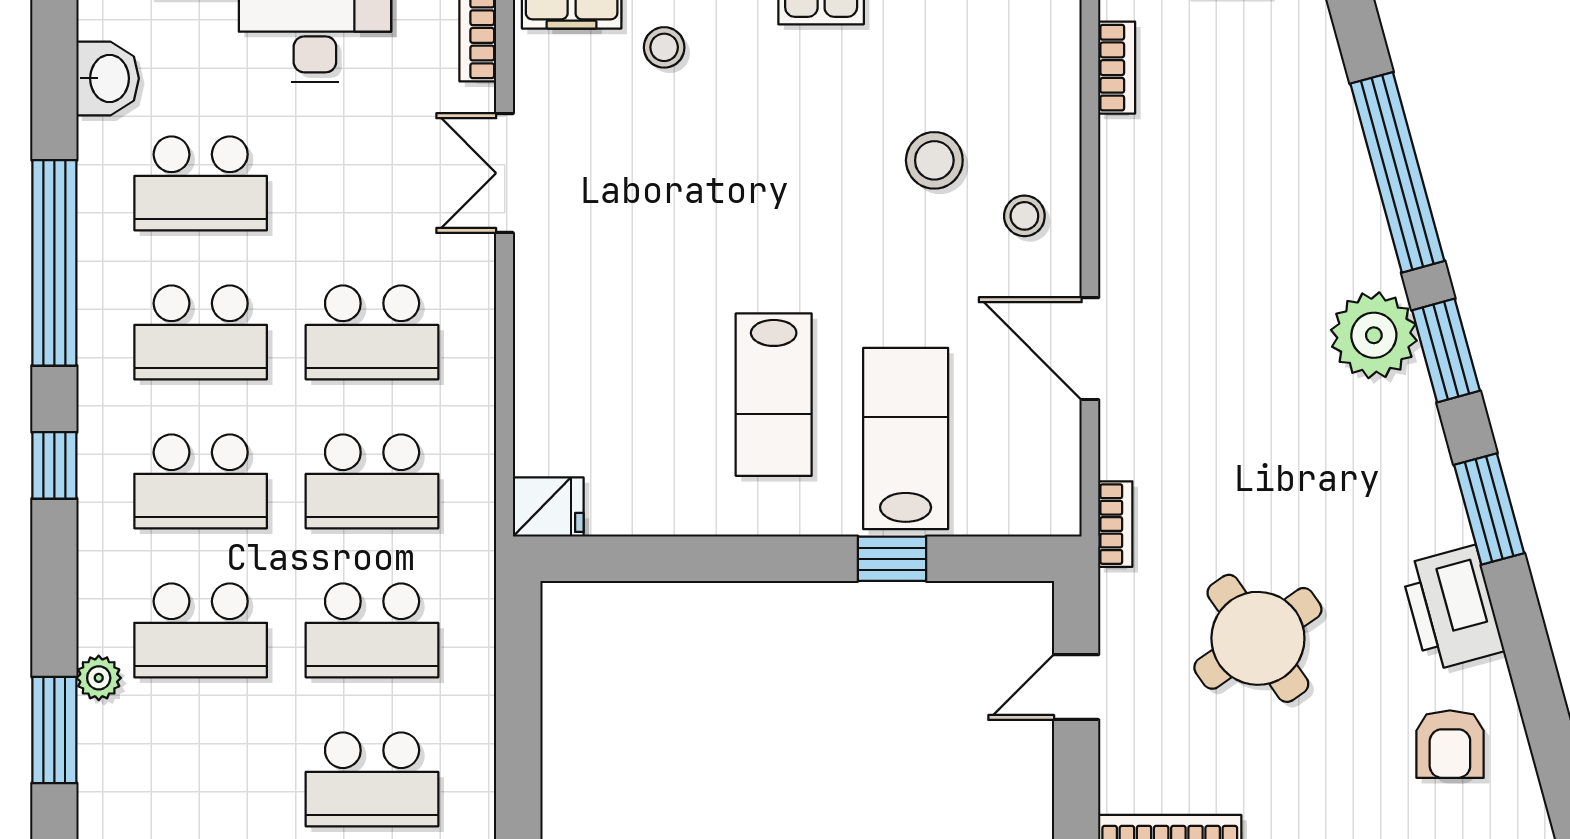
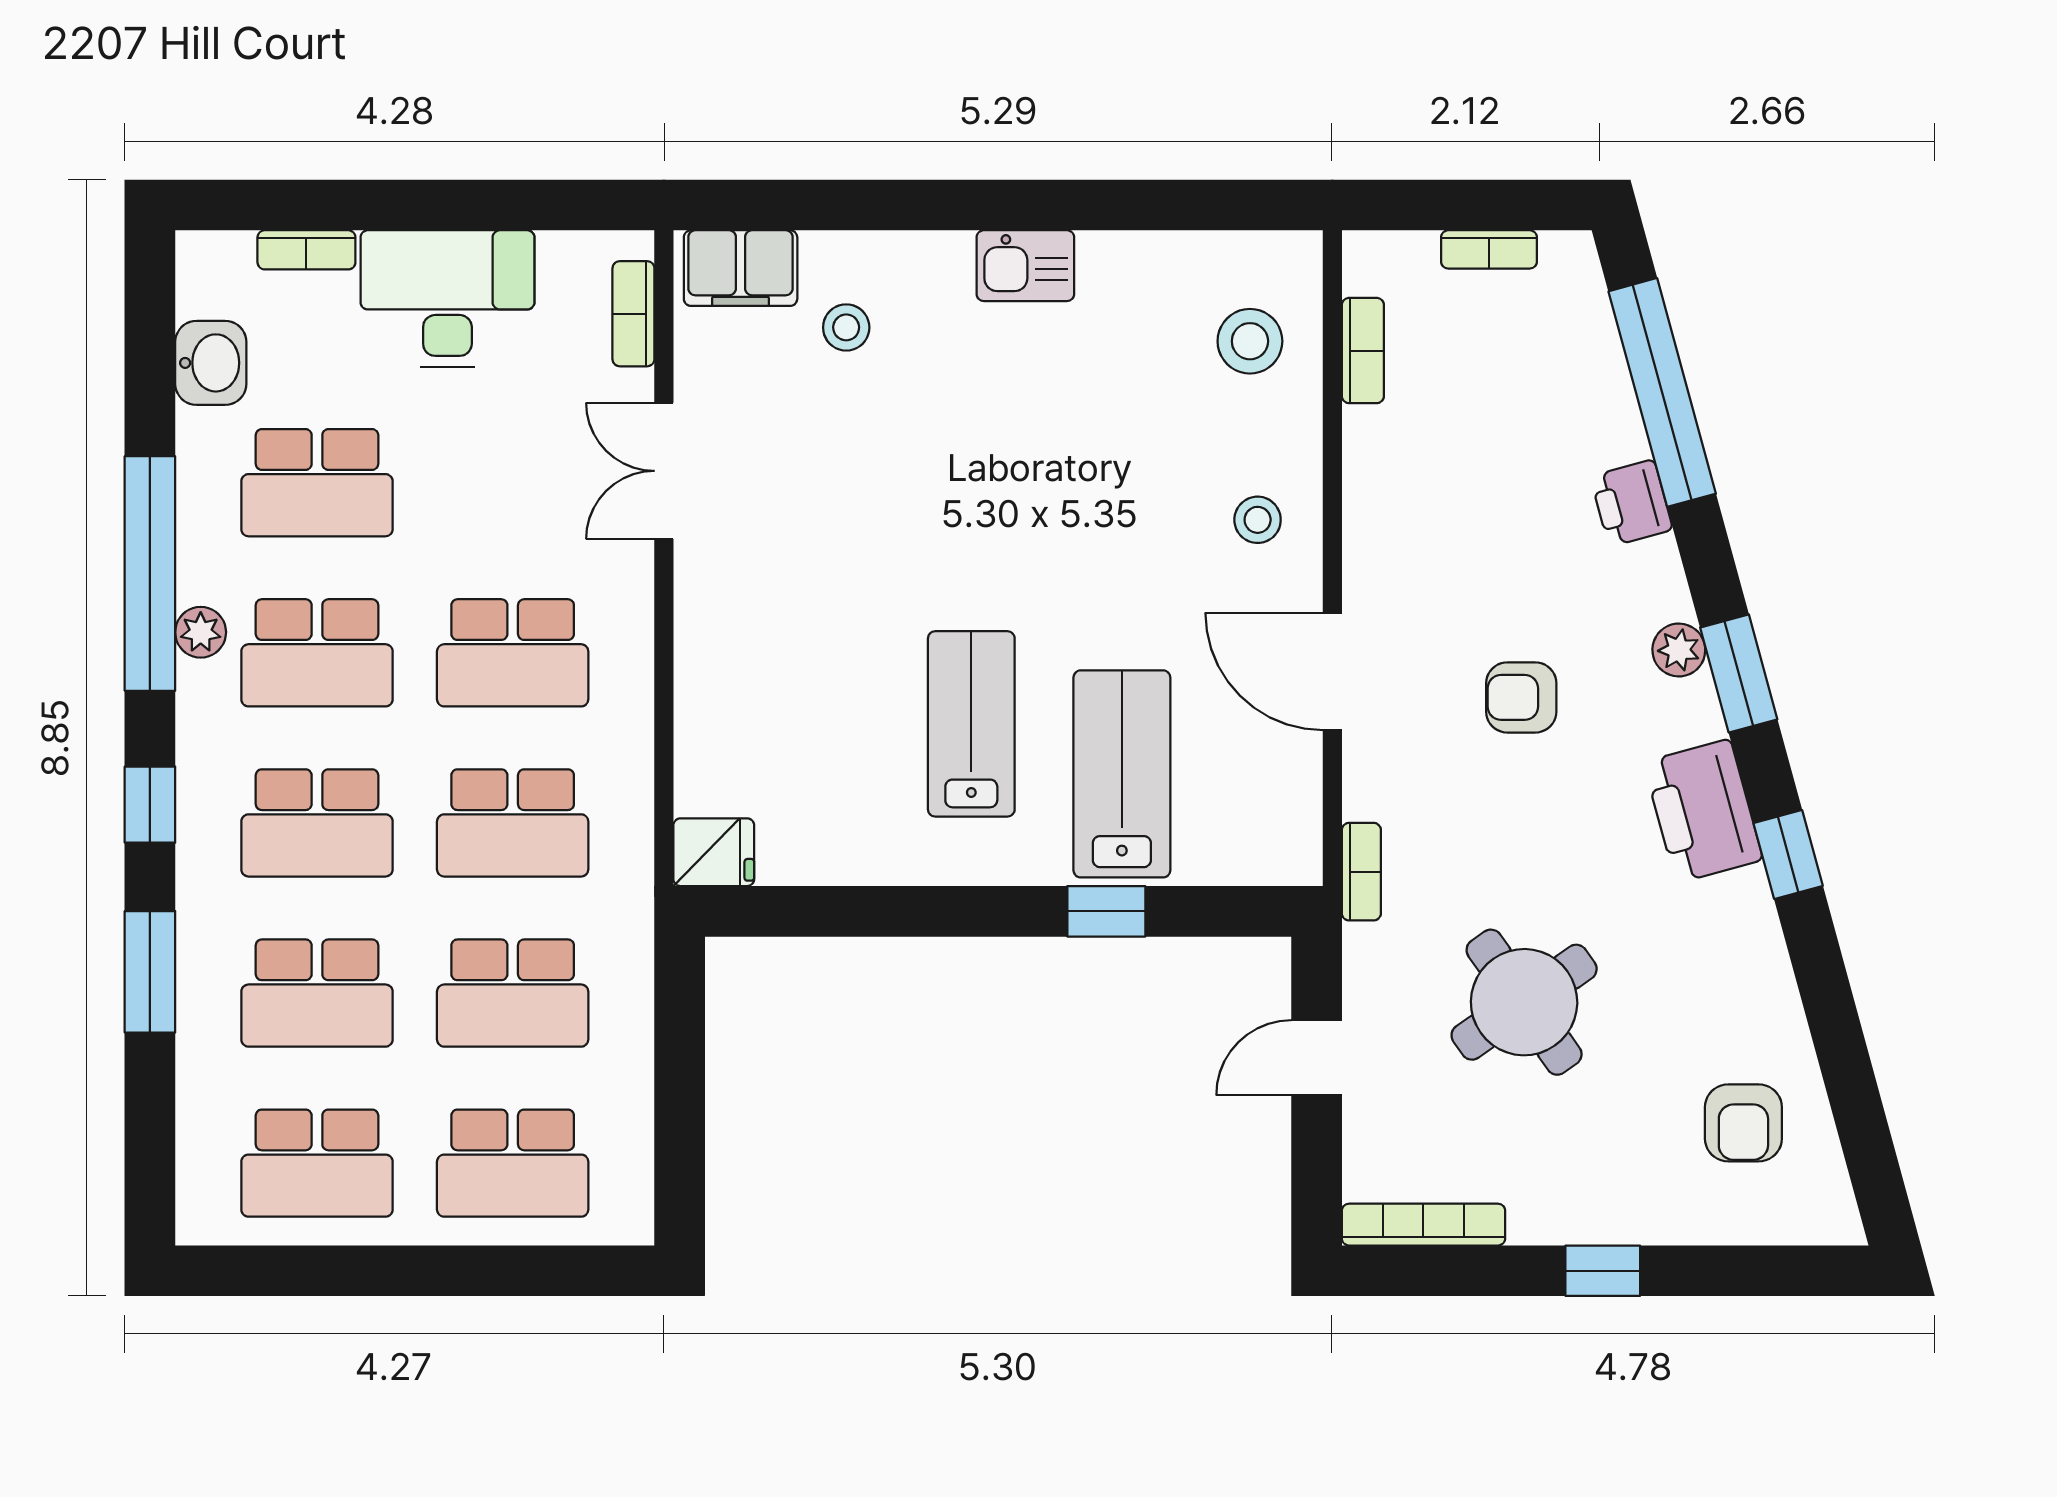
stool: (934, 160) -> (1250, 341), moved
window: (1397, 172) -> (1662, 392), moved
printer: (1352, 201) -> (1632, 503), added
plant: (1374, 335) -> (1679, 650), width x0.53, depth x0.53
armchair: (1255, 371) -> (1521, 697), added
lab bench: (774, 395) -> (971, 724), turned 180
window: (1489, 509) -> (1788, 854), width x0.67
printer: (1452, 608) -> (1703, 811), moved
plant: (99, 678) -> (201, 632), moved
window: (54, 730) -> (150, 972), moved
school desk: (201, 779) -> (317, 1163), added

